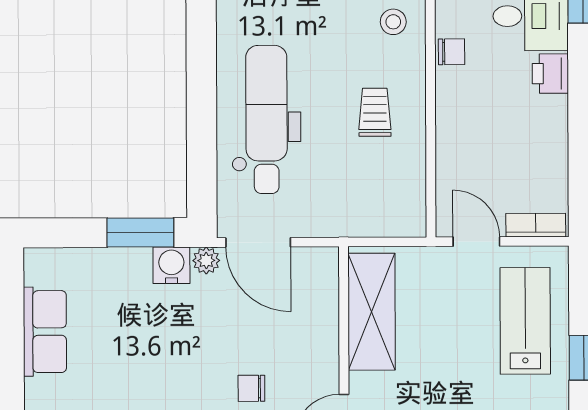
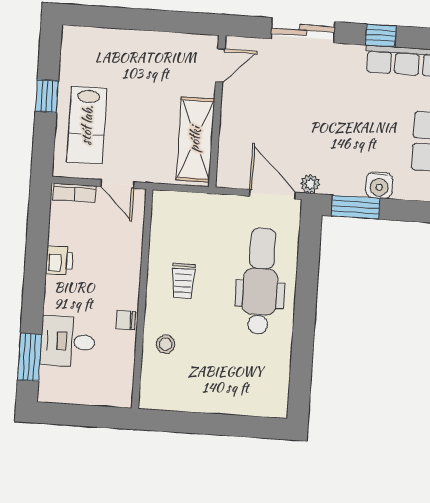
printer: (550, 74) -> (59, 260), moved
dental chair: (266, 119) -> (261, 281), turned 180
water cooler: (171, 265) -> (379, 185), moved
chair: (251, 388) -> (285, 91), removed

